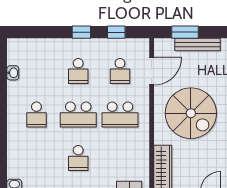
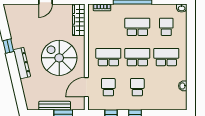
school desk: (36, 115) -> (166, 57), width x1.85
school desk: (36, 158) -> (166, 27), added
school desk: (78, 158) -> (137, 27), width x1.85

